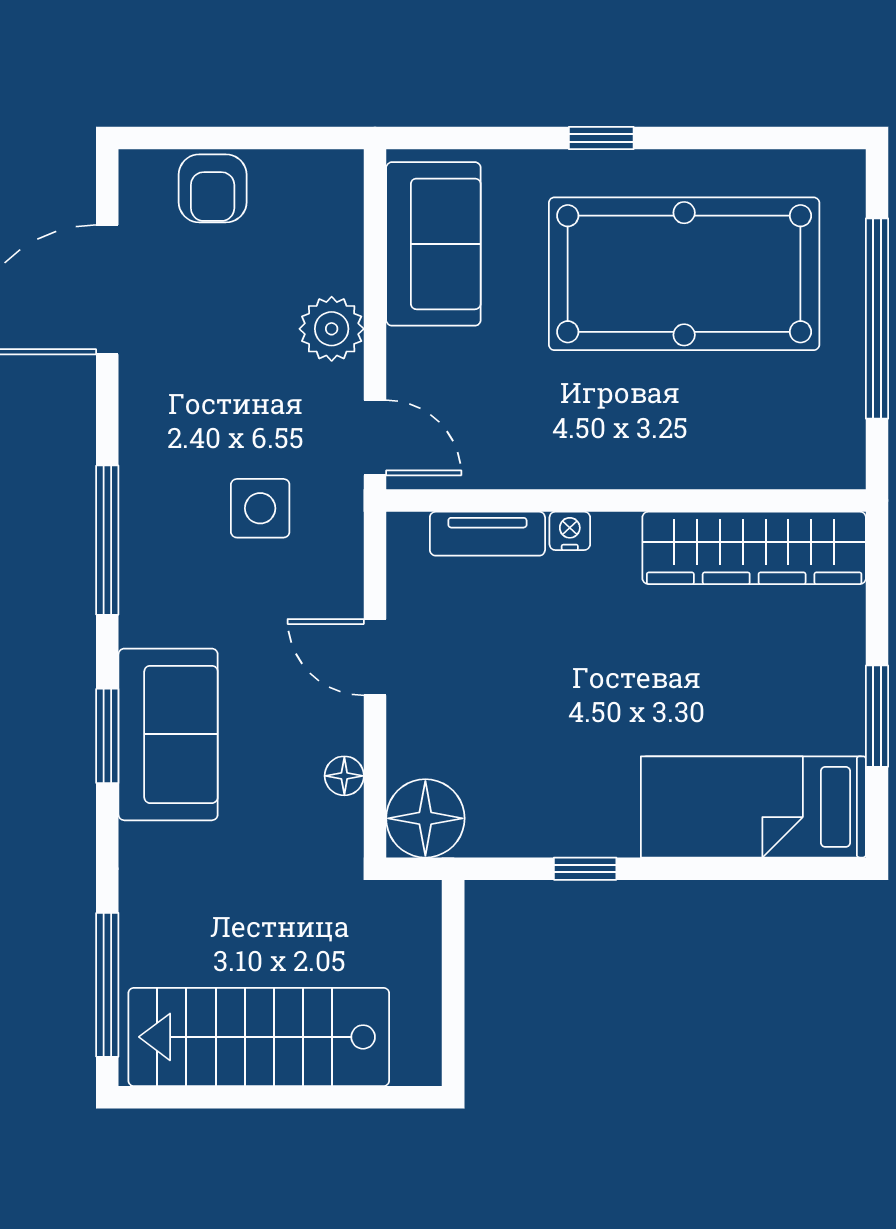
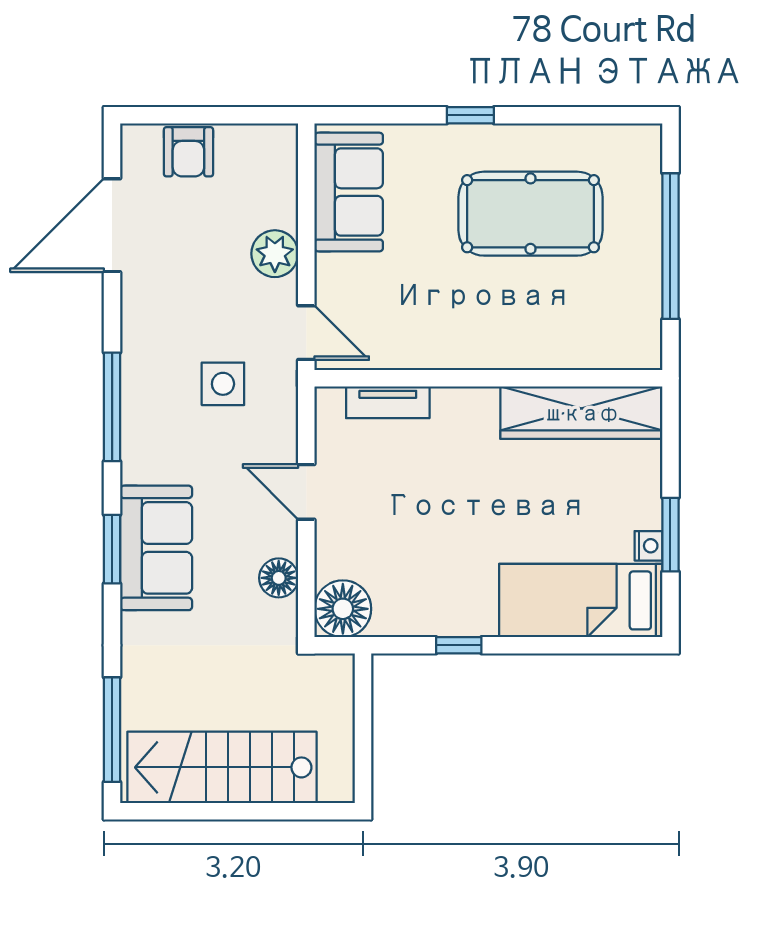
pool table: (684, 274) -> (531, 214), width x0.73, depth x0.76
nightstand: (570, 531) -> (648, 546), moved, turned 90
floor lamp: (344, 776) -> (279, 578), width x1.37, depth x1.37

